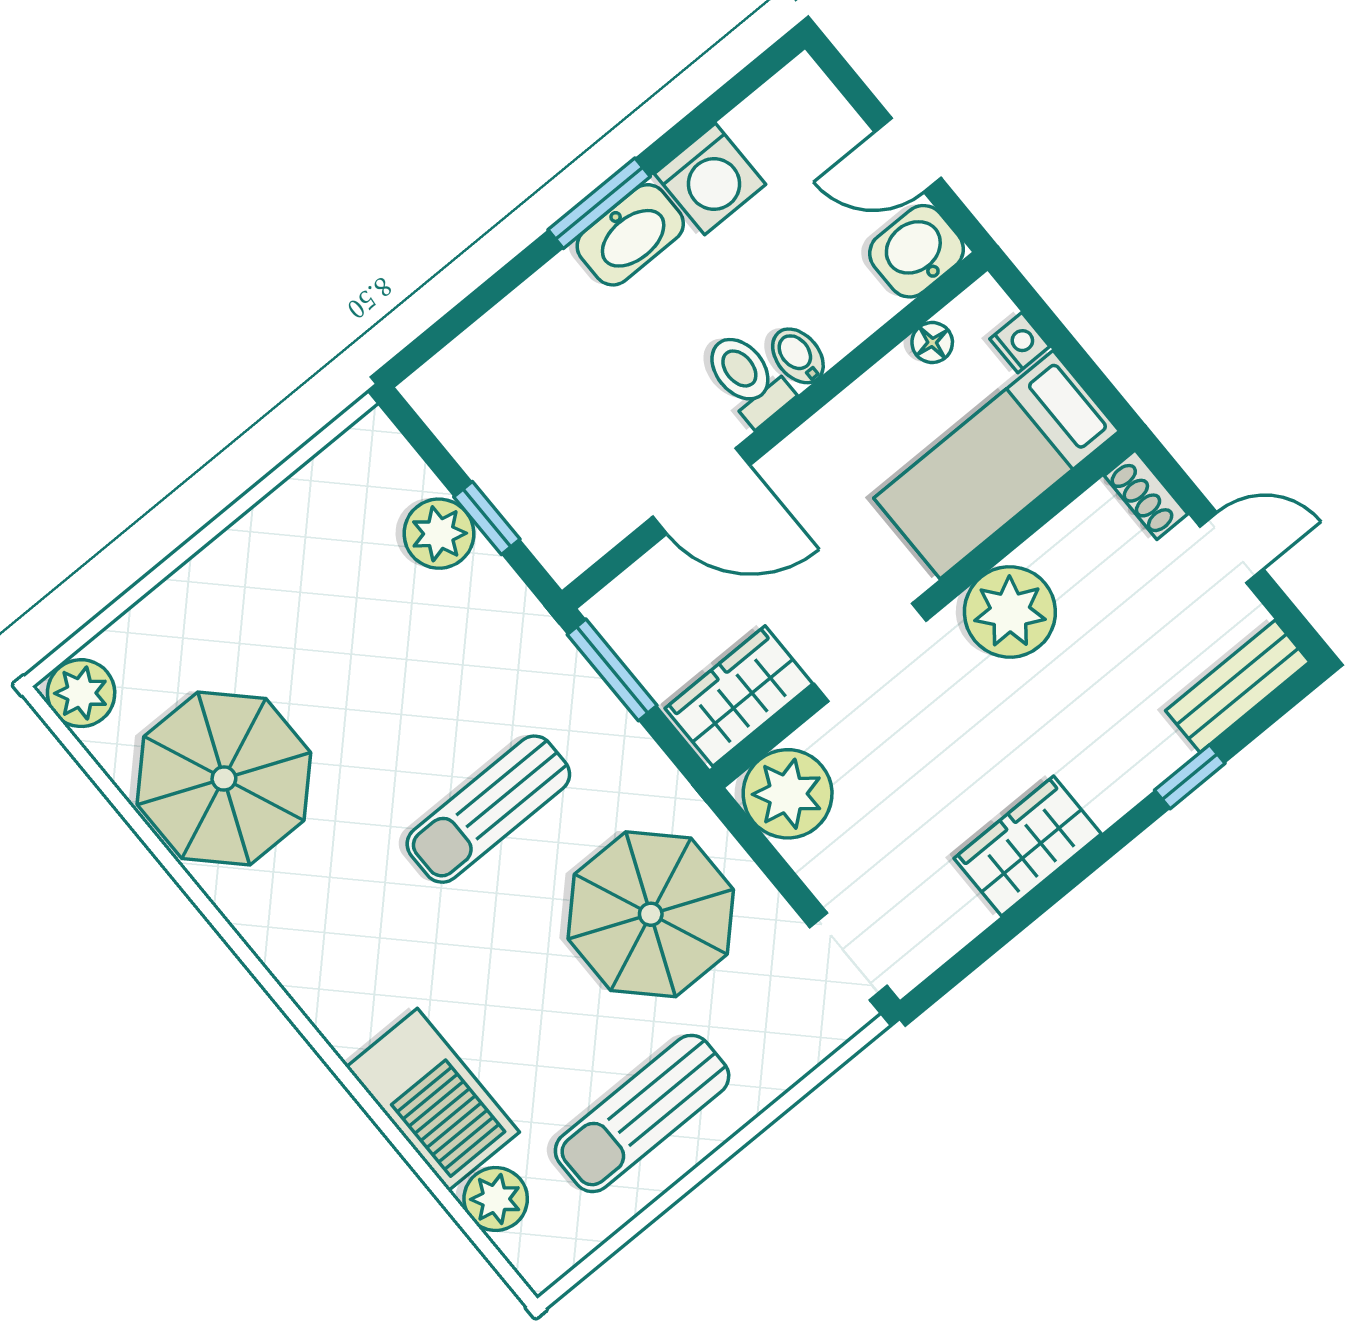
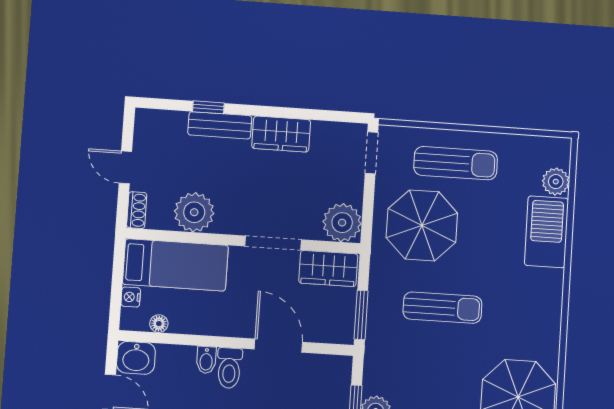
plant: (1010, 612) -> (194, 212), moved
bench: (1238, 686) -> (220, 125), moved
sun lounger: (642, 1113) -> (456, 163), moved

